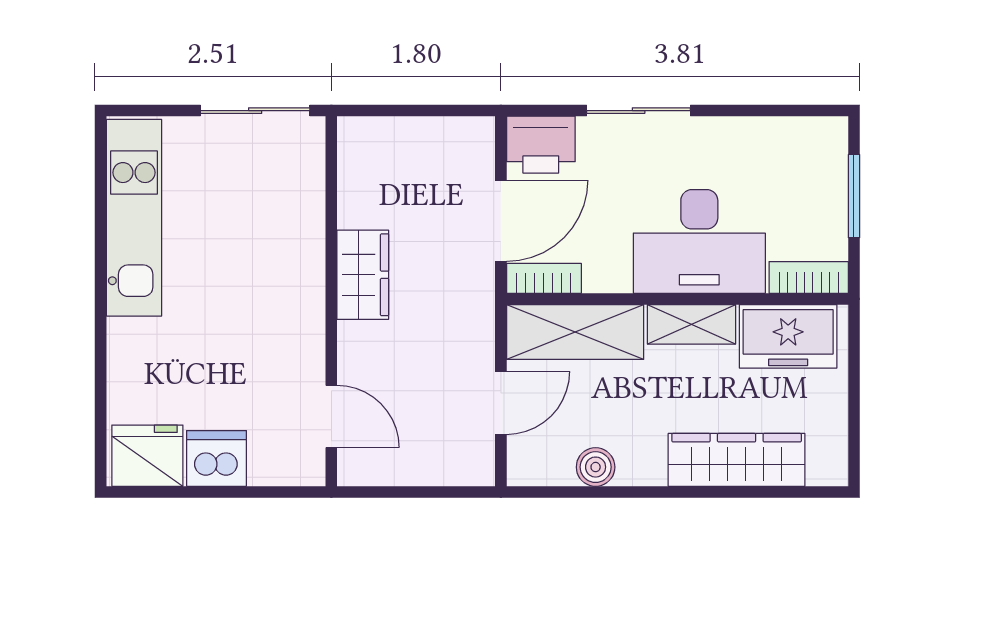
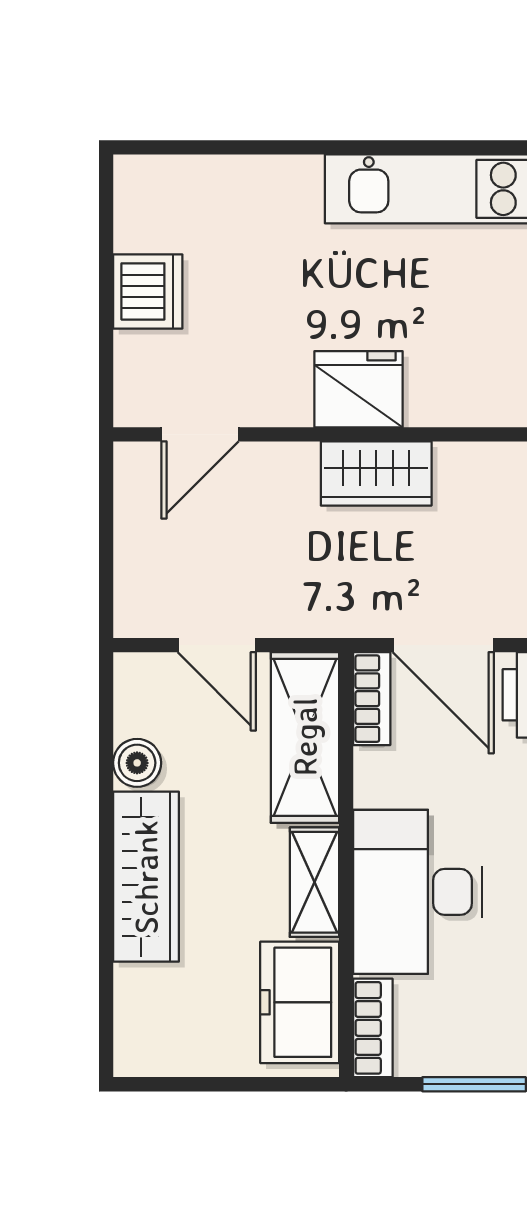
fridge: (147, 456) -> (358, 389), moved, turned -90
wardrobe: (737, 460) -> (146, 877), moved

